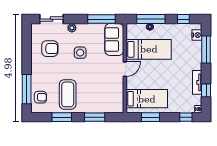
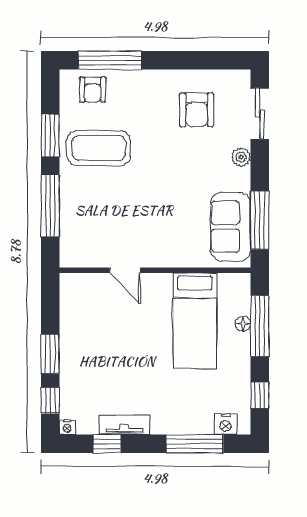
sofa: (114, 39) -> (231, 227), moved, turned -90
side table: (80, 53) -> (188, 175), removed
door: (125, 69) -> (125, 270), moved
bed: (147, 99) -> (89, 317), removed
window: (95, 117) -> (50, 206), width x1.44
window: (151, 117) -> (50, 354), moved

